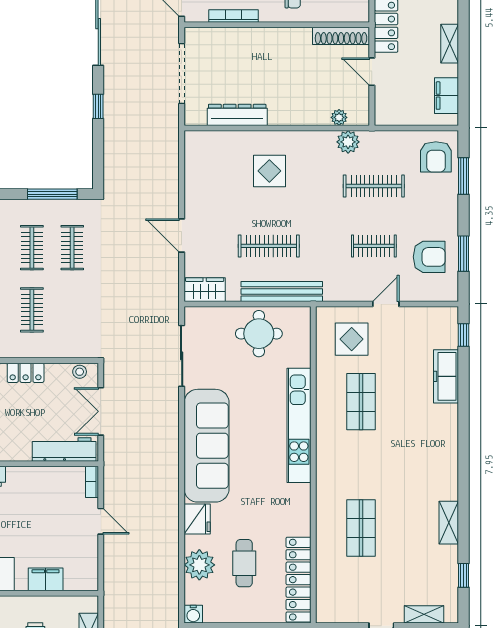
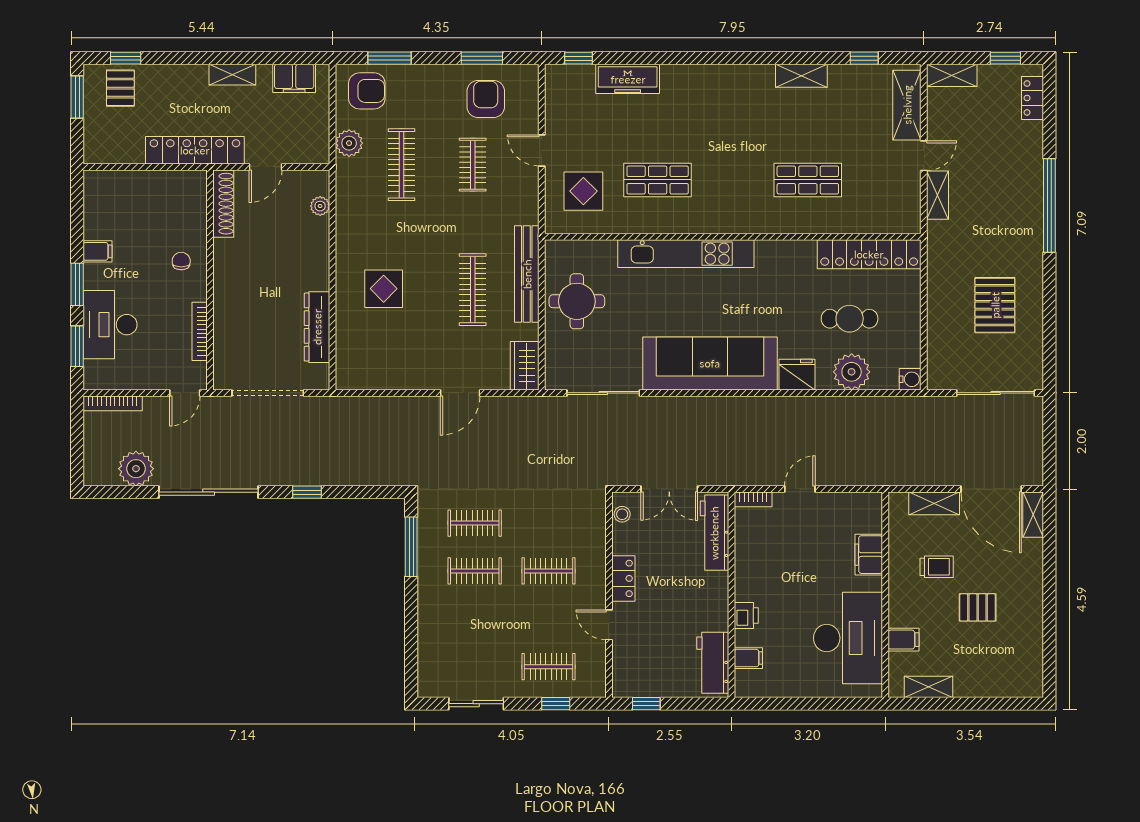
plant: (348, 142) -> (349, 143), moved
shelving: (424, 614) -> (907, 105), width x1.50, depth x1.33

